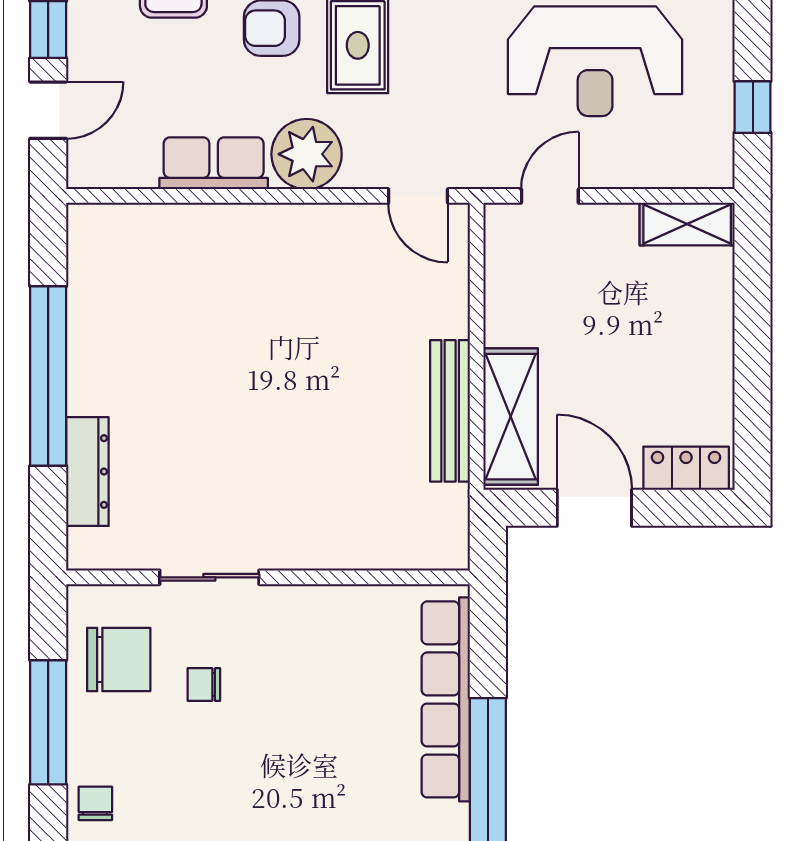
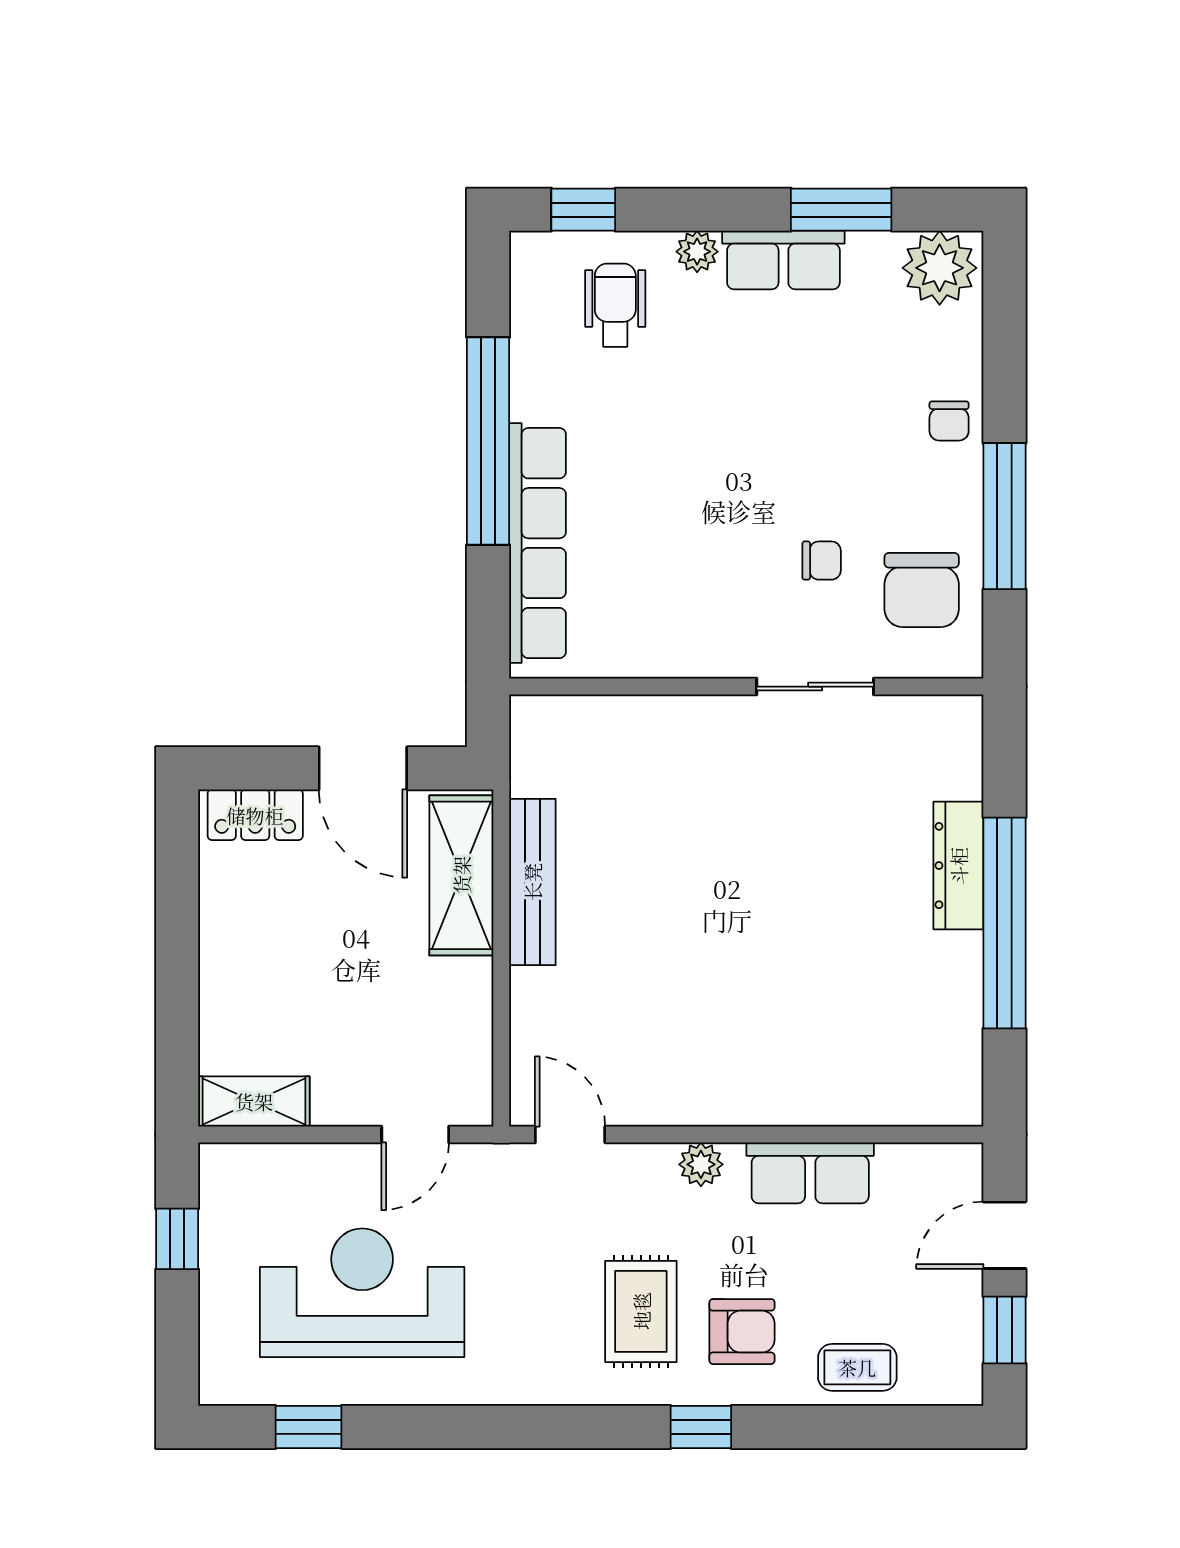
plant: (307, 154) -> (701, 1164), width x0.53, depth x0.53
dresser: (87, 472) -> (958, 866), moved
chair: (119, 660) -> (922, 590), turned -90

